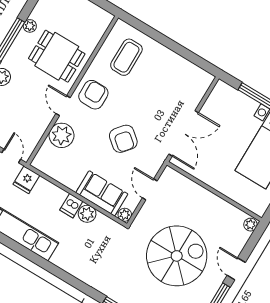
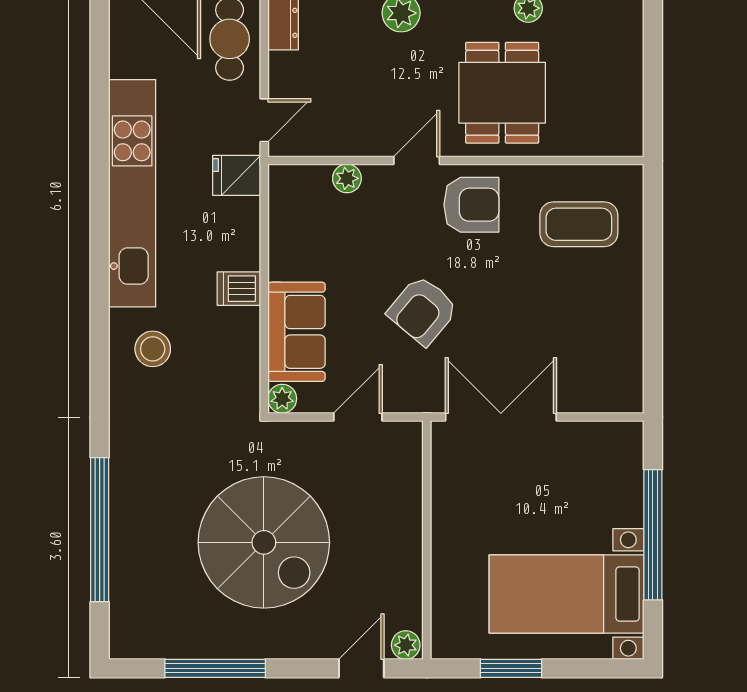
double door: (184, 133) -> (501, 417), swing flipped
plant: (62, 135) -> (347, 178), width x0.53, depth x0.53
plant: (87, 214) -> (242, 327), removed
stool: (75, 254) -> (153, 349), added
door: (236, 269) -> (361, 668), moved

